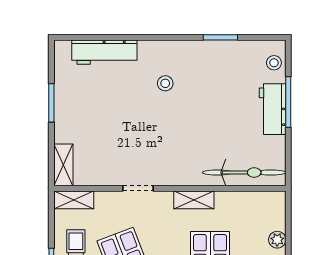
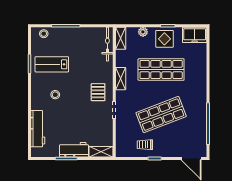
lab bench: (219, 77) -> (52, 64), added
workbench: (273, 109) -> (74, 150), moved, turned 180
pallet: (170, 160) -> (98, 92), added
bicycle: (244, 172) -> (107, 44), width x0.73, depth x0.71
shelving: (74, 200) -> (121, 38), moved

